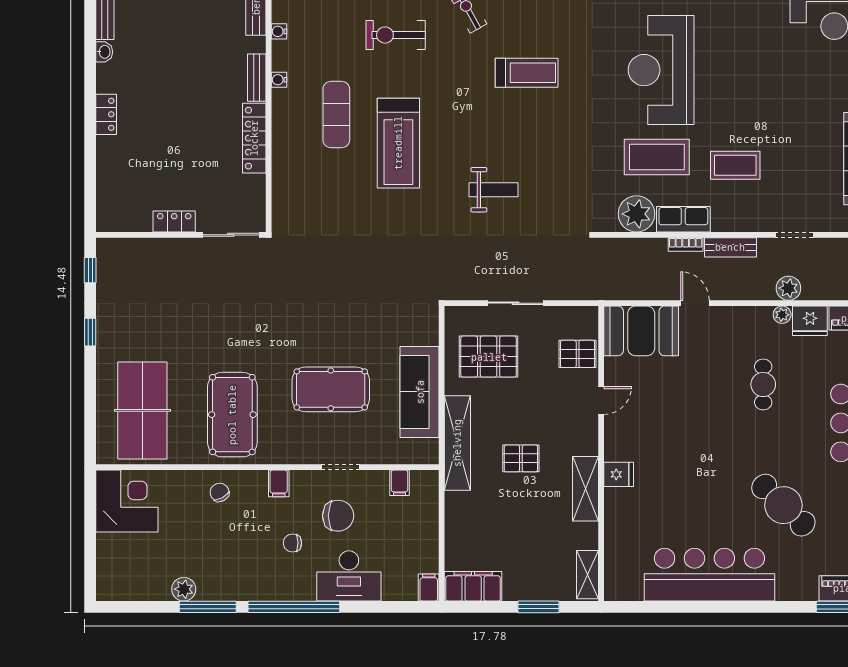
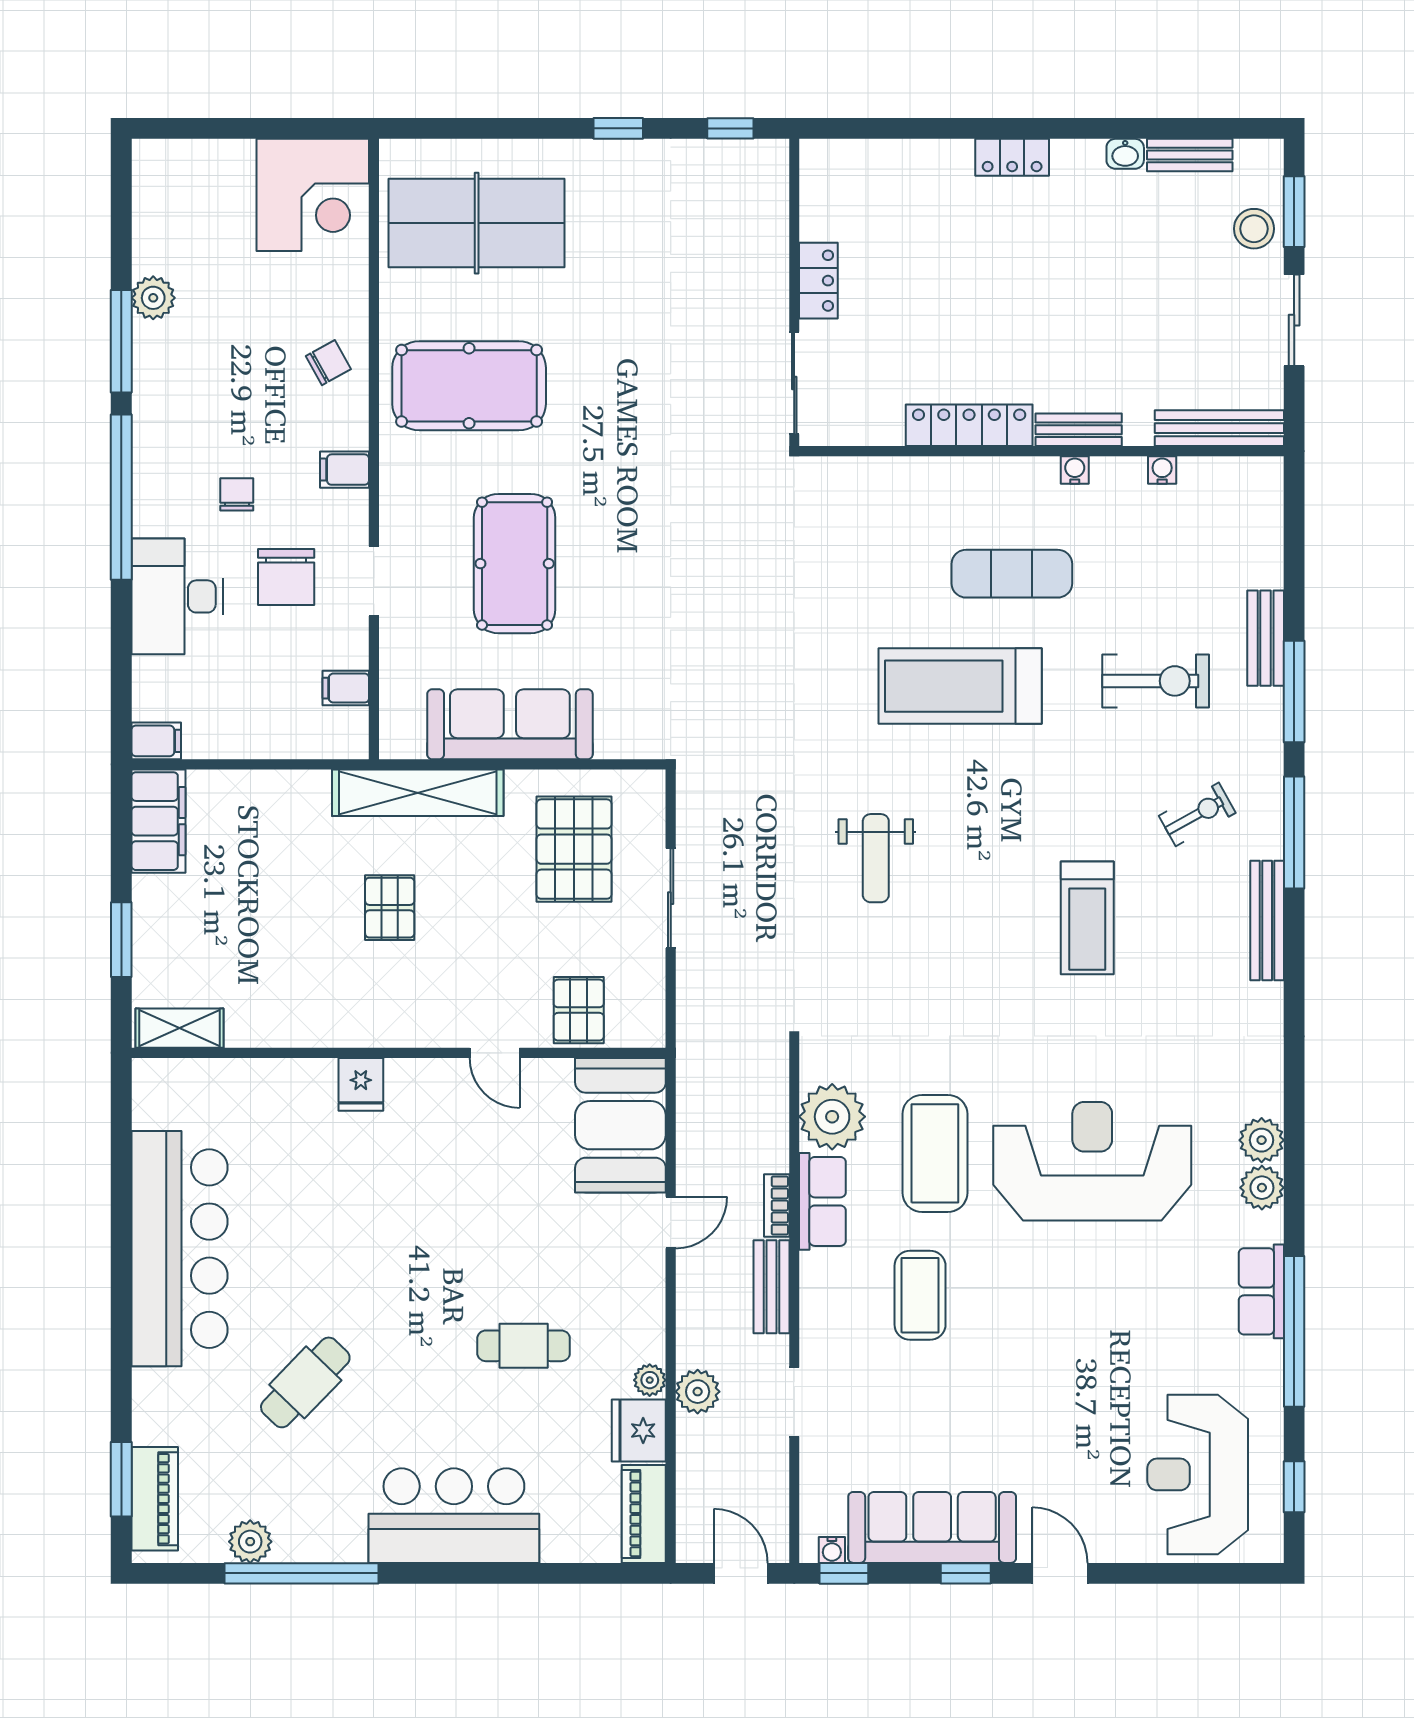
exercise bike: (396, 35) -> (1156, 681), turned 90
shelving: (586, 489) -> (335, 1024), removed
cafe table: (783, 505) -> (305, 1382), width x0.73, depth x0.74

